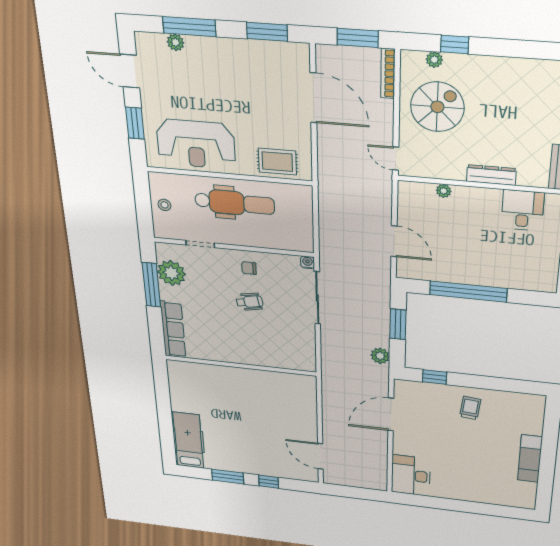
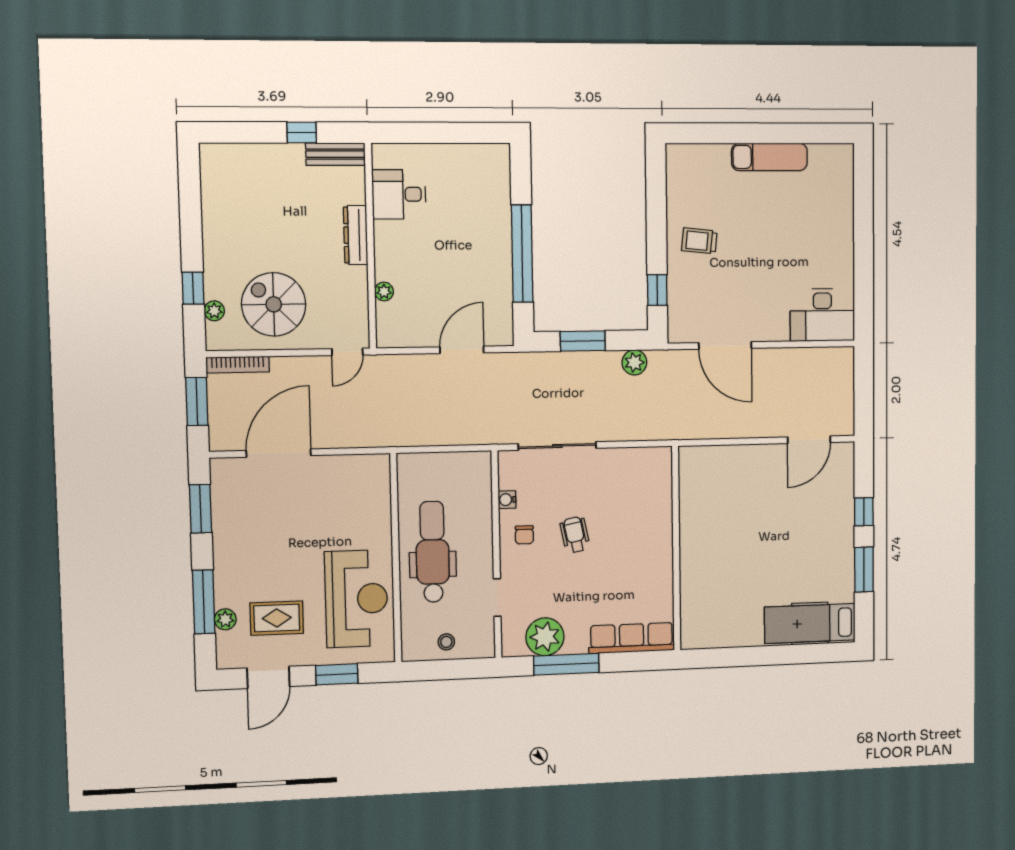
rug: (277, 162) -> (277, 618), moved, turned 90
water cooler: (308, 262) -> (507, 500), moved

